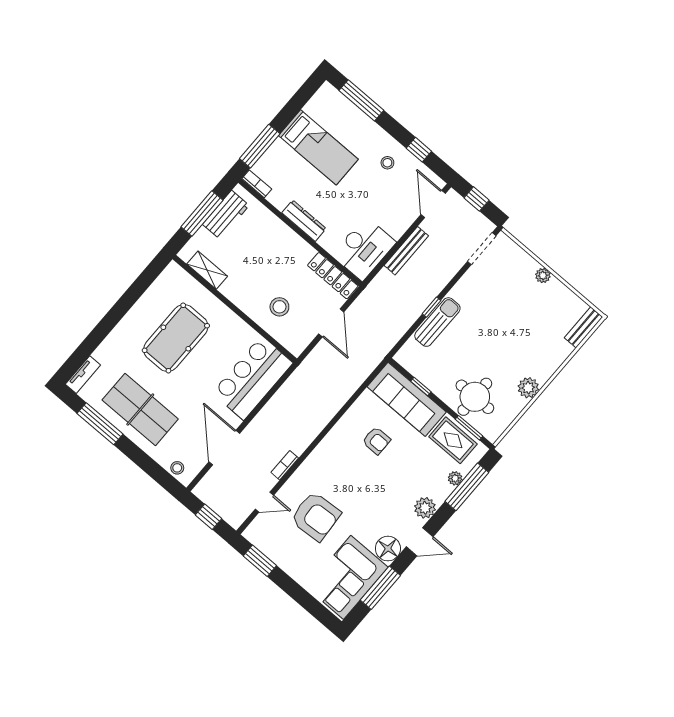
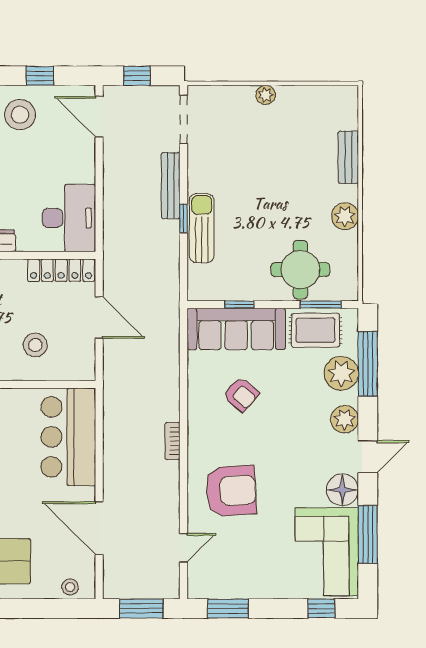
stool: (387, 163) -> (20, 115), width x1.89, depth x1.89
bench: (406, 251) -> (171, 186), moved
bench: (583, 327) -> (348, 157), moved
armchair: (376, 441) -> (241, 394), turned 41
bookcase: (285, 465) -> (173, 441), moved
plant: (455, 478) -> (341, 373), width x1.88, depth x1.88
armchair: (316, 516) -> (231, 491), moved
window: (209, 517) -> (141, 609), width x1.50
window: (315, 608) -> (321, 609), added

